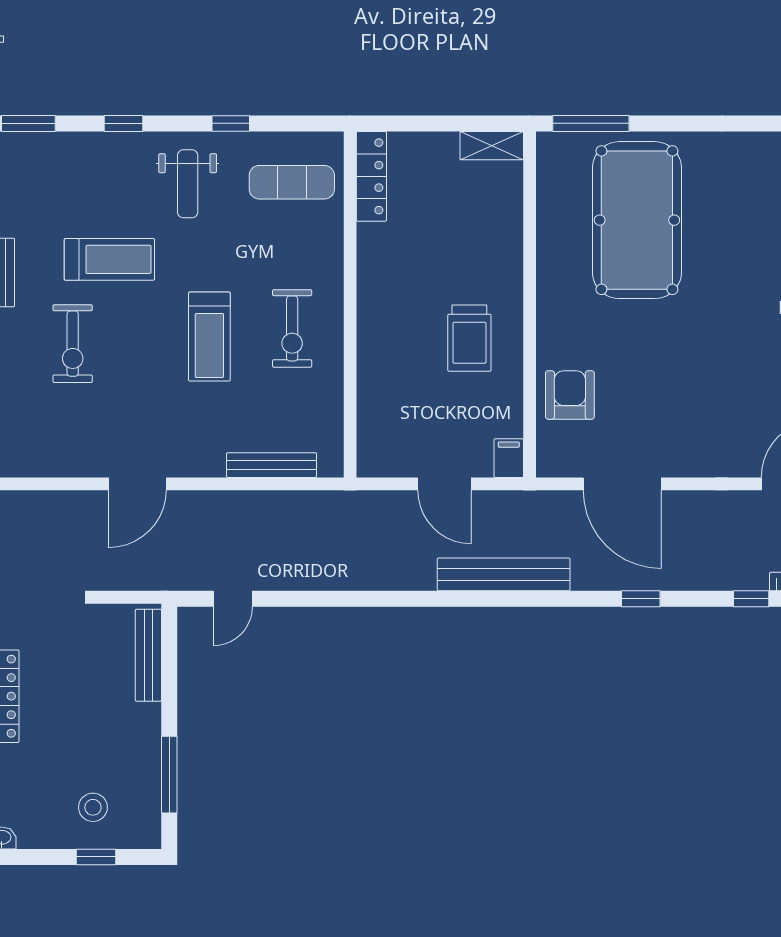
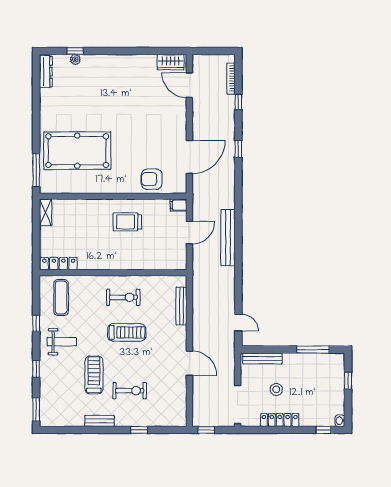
trolley: (469, 338) -> (127, 222), turned 180
bench: (504, 574) -> (228, 238), moved
stool: (93, 807) -> (276, 389), moved

